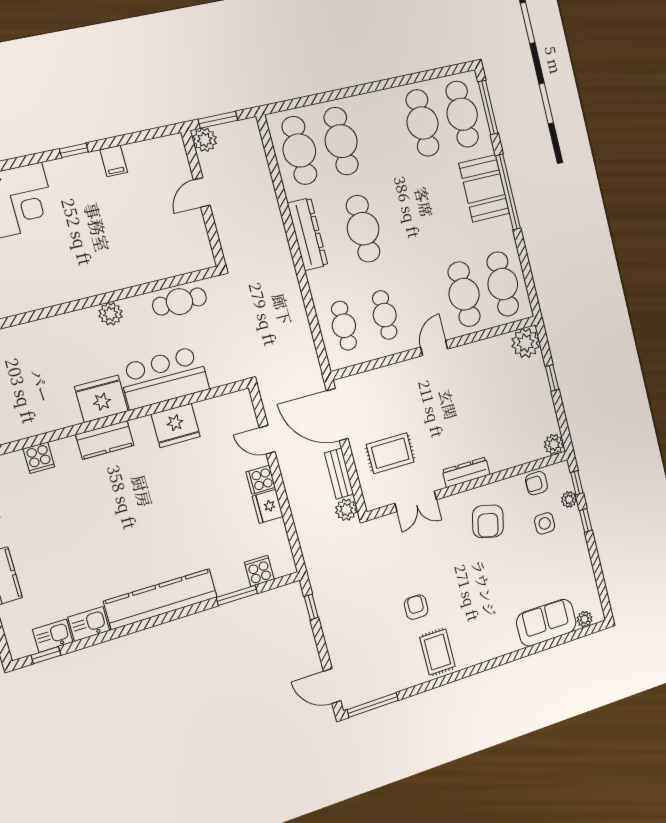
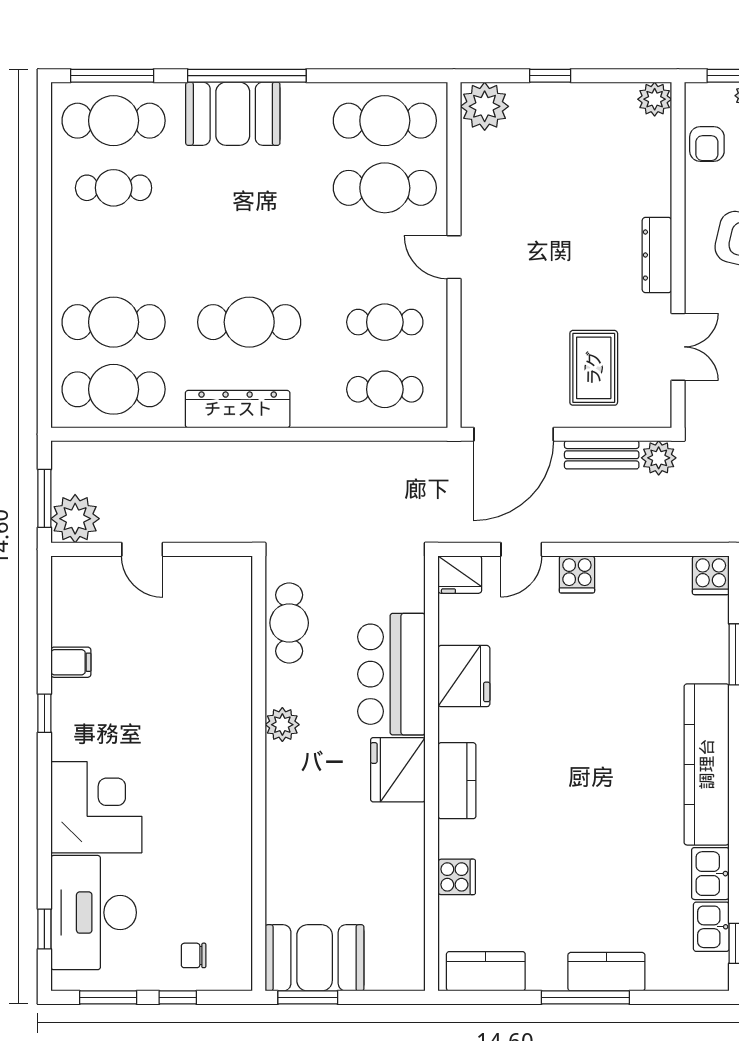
cafe table: (423, 123) -> (114, 188), width x0.73, depth x0.74
plant: (205, 140) -> (75, 519), width x1.36, depth x1.36
fridge: (268, 506) -> (460, 575), moved
cooker: (259, 571) -> (711, 575), moved, turned -90

